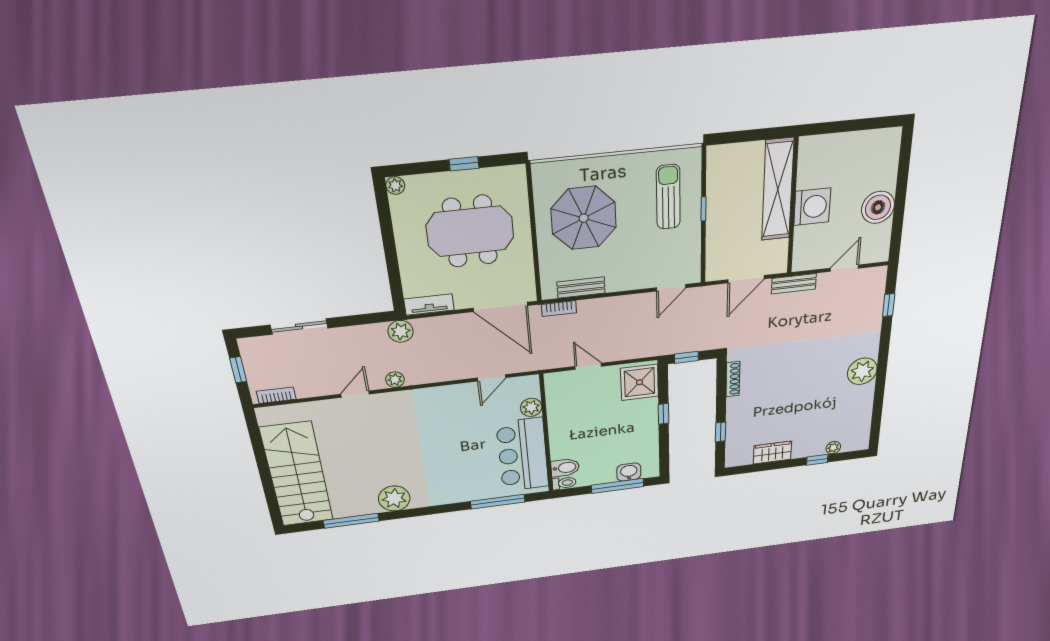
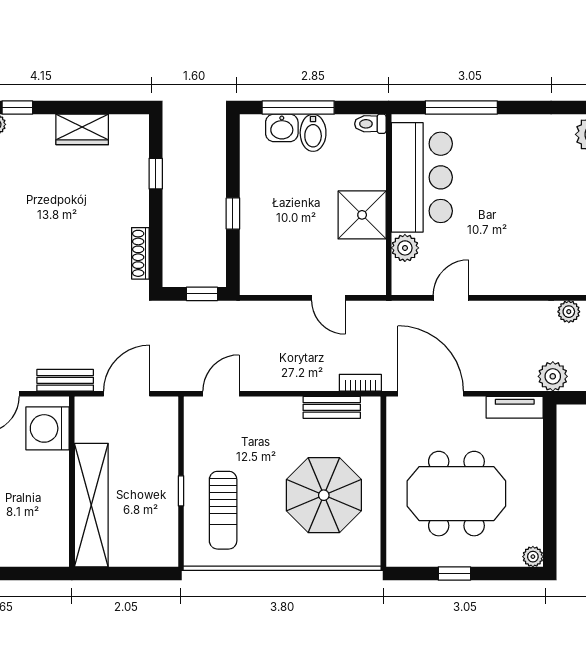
washing machine: (812, 207) -> (48, 428), moved
shower: (640, 382) -> (362, 215), moved
bidet: (565, 468) -> (313, 133), moved, turned -90

